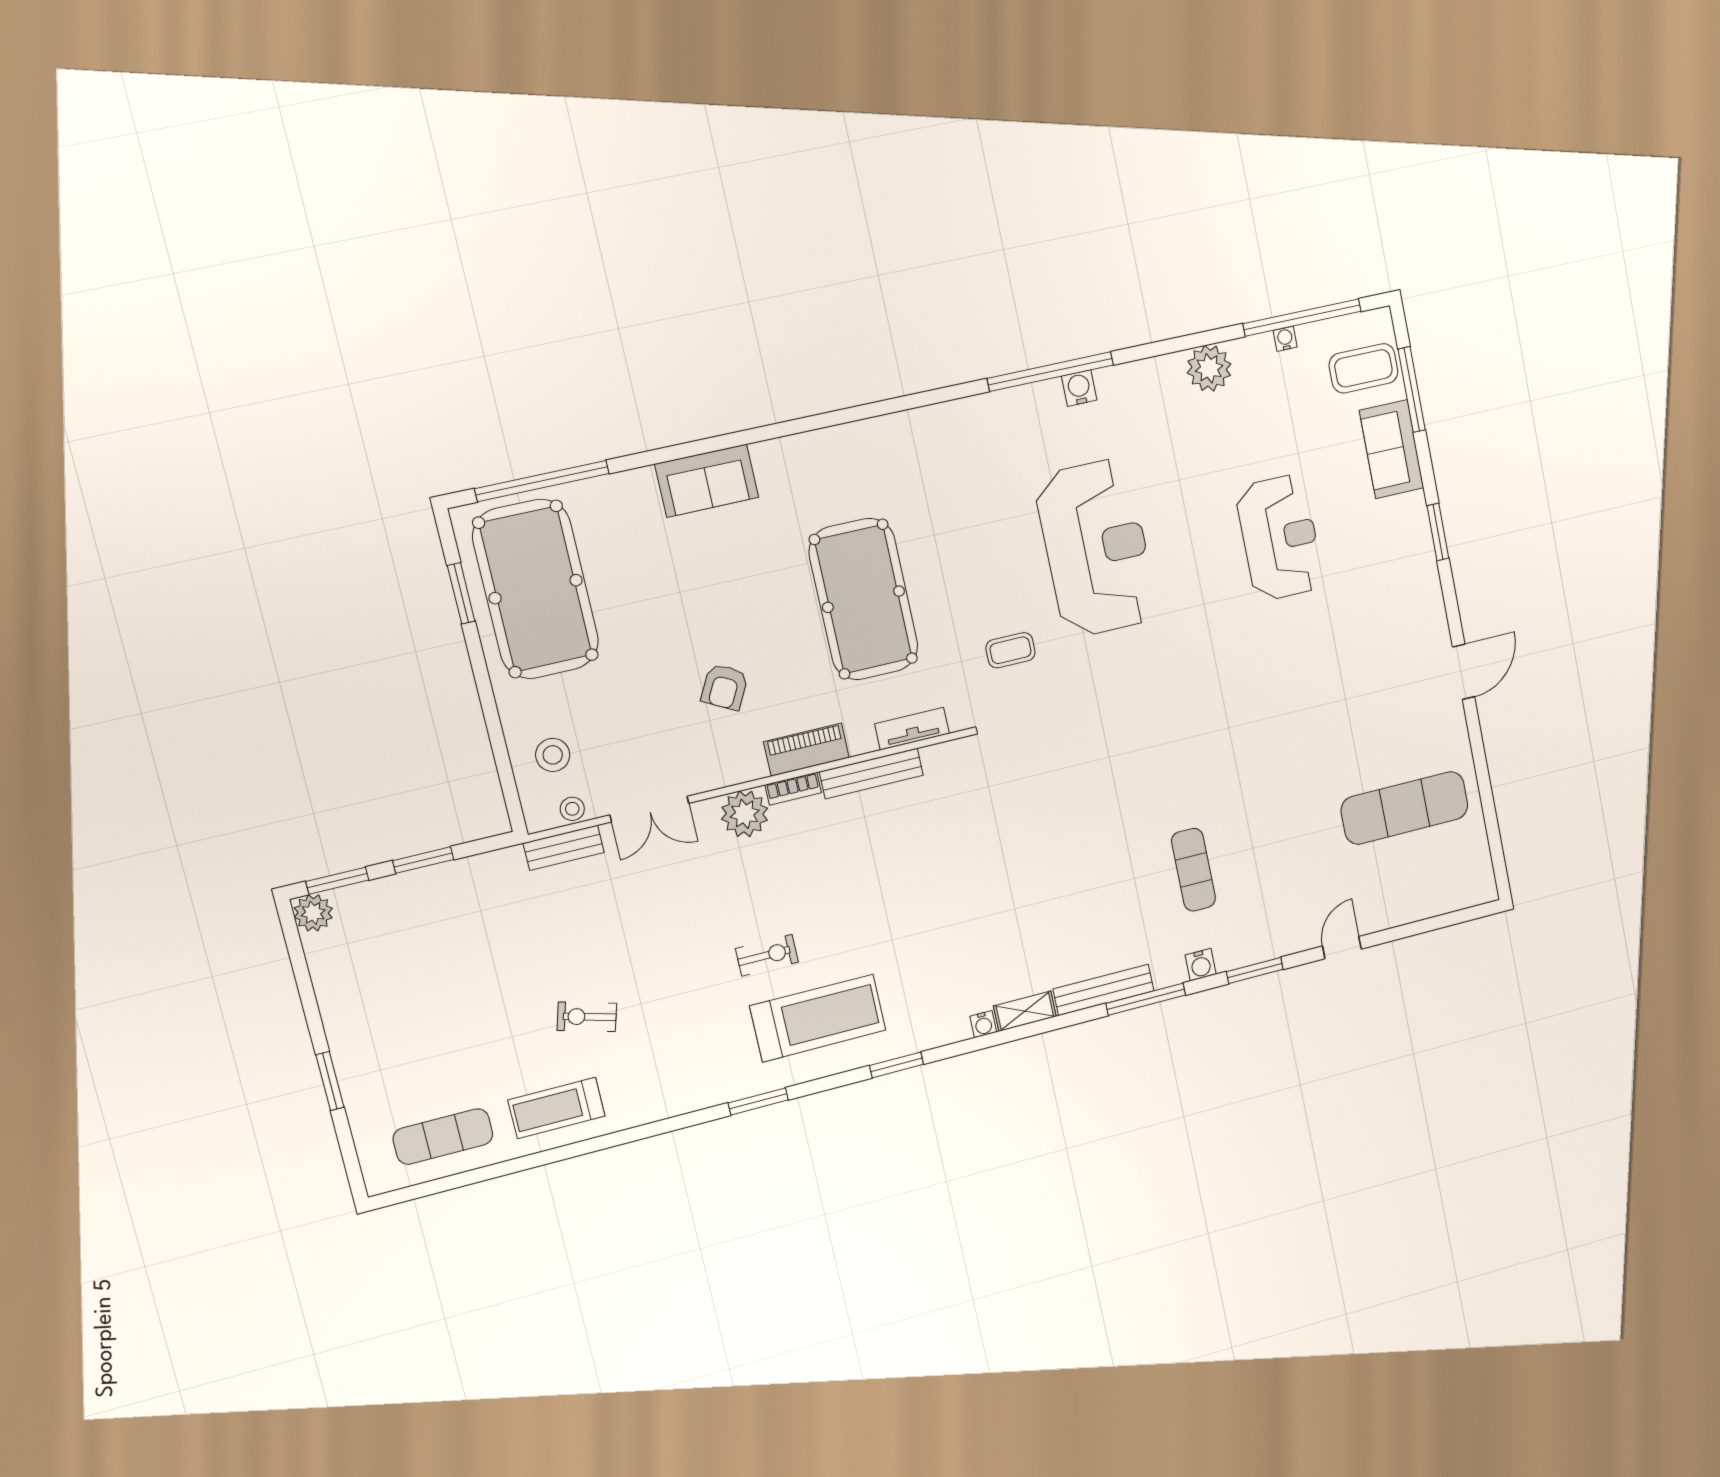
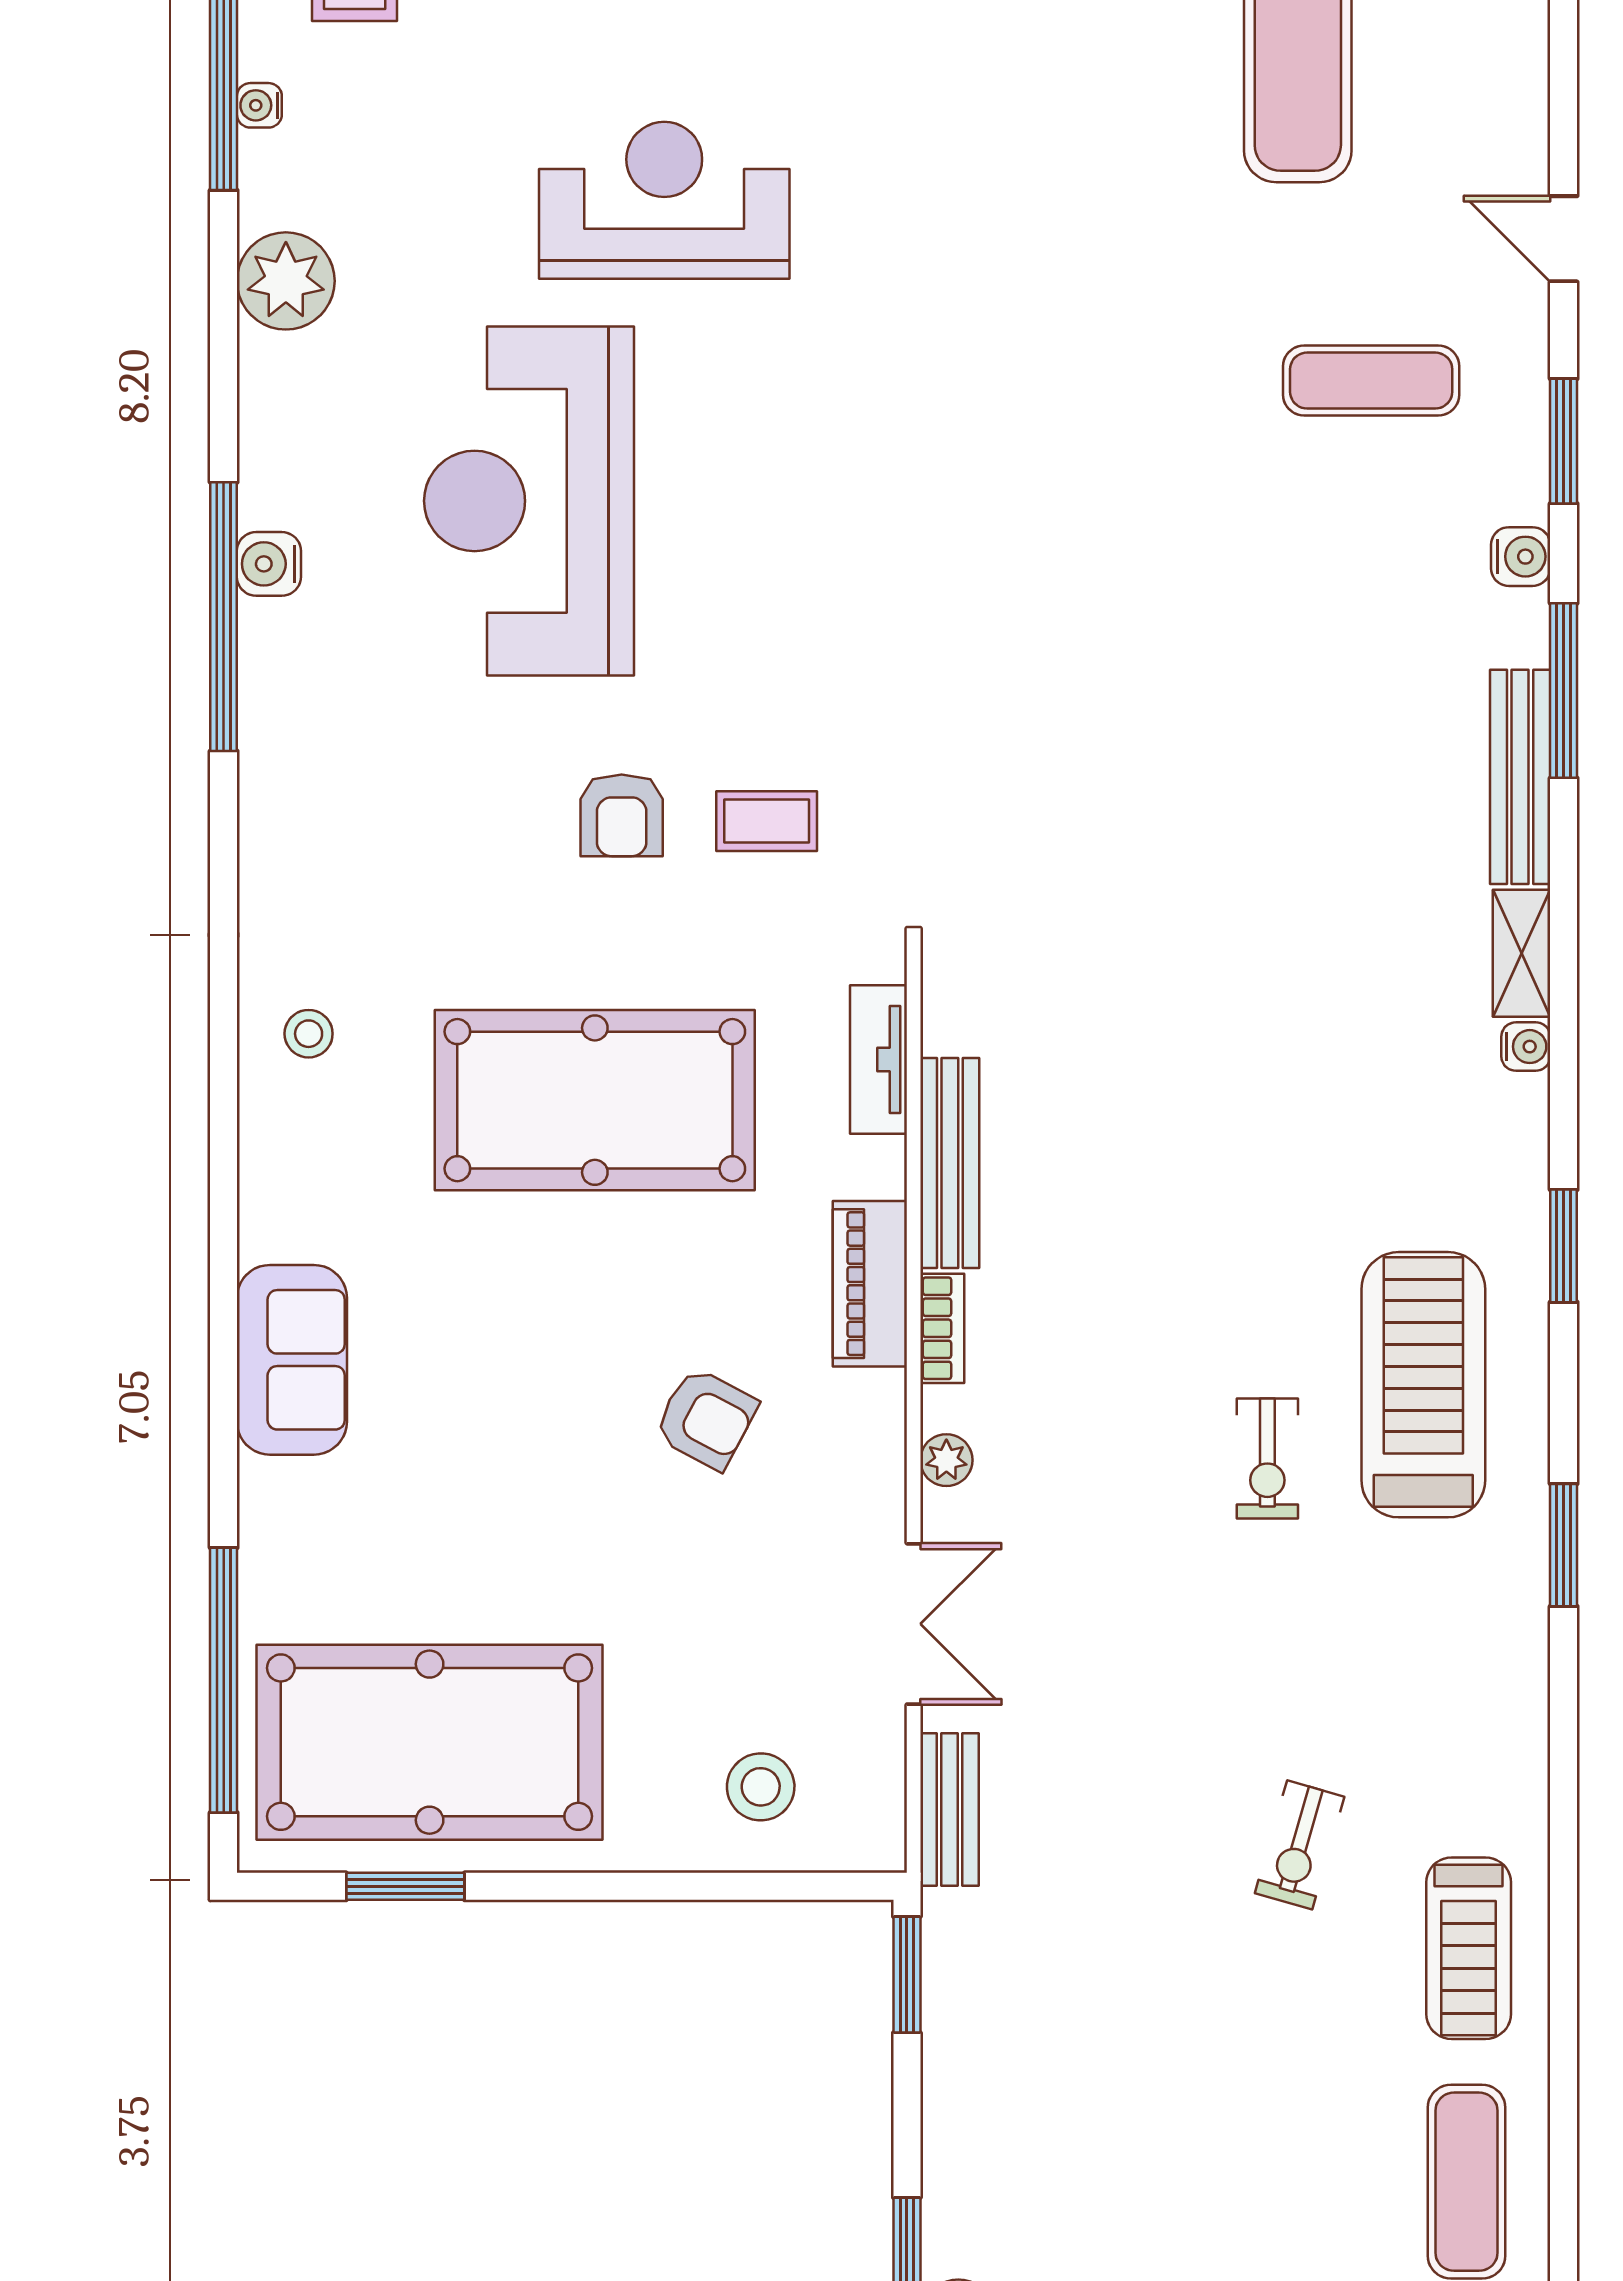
reception desk: (1096, 548) -> (529, 501), moved, turned -90
armchair: (999, 582) -> (622, 815), added
coffee table: (1010, 650) -> (767, 821), turned 90
stool: (572, 809) -> (309, 1034), moved
plant: (745, 814) -> (946, 1460), width x0.53, depth x0.53
window: (423, 860) -> (907, 1975), moved
exercise mat: (1194, 870) -> (1371, 381), moved
exercise bike: (767, 955) -> (1267, 1459), turned 180

